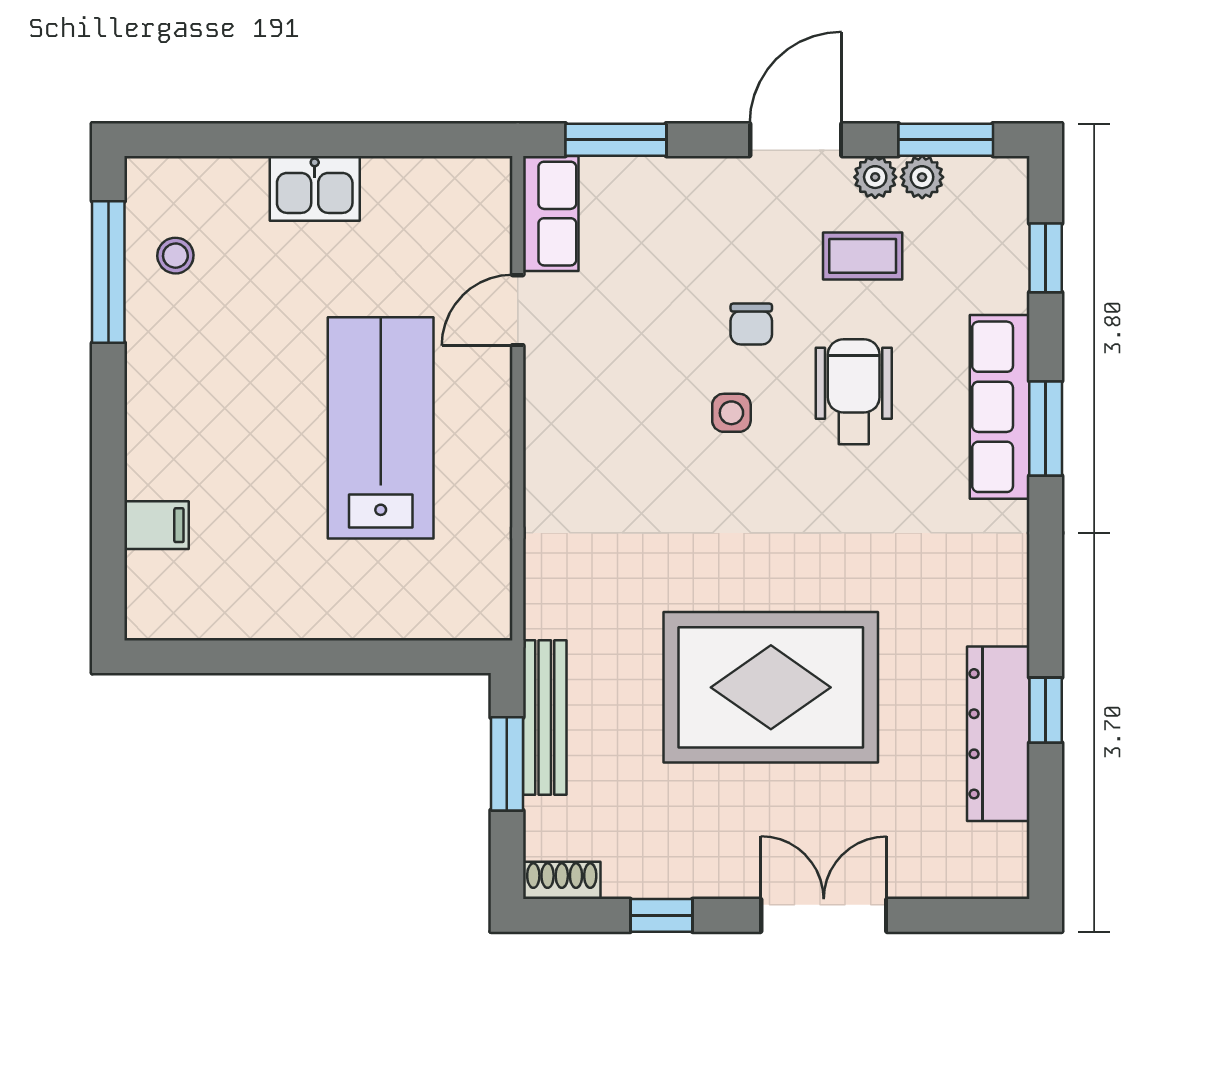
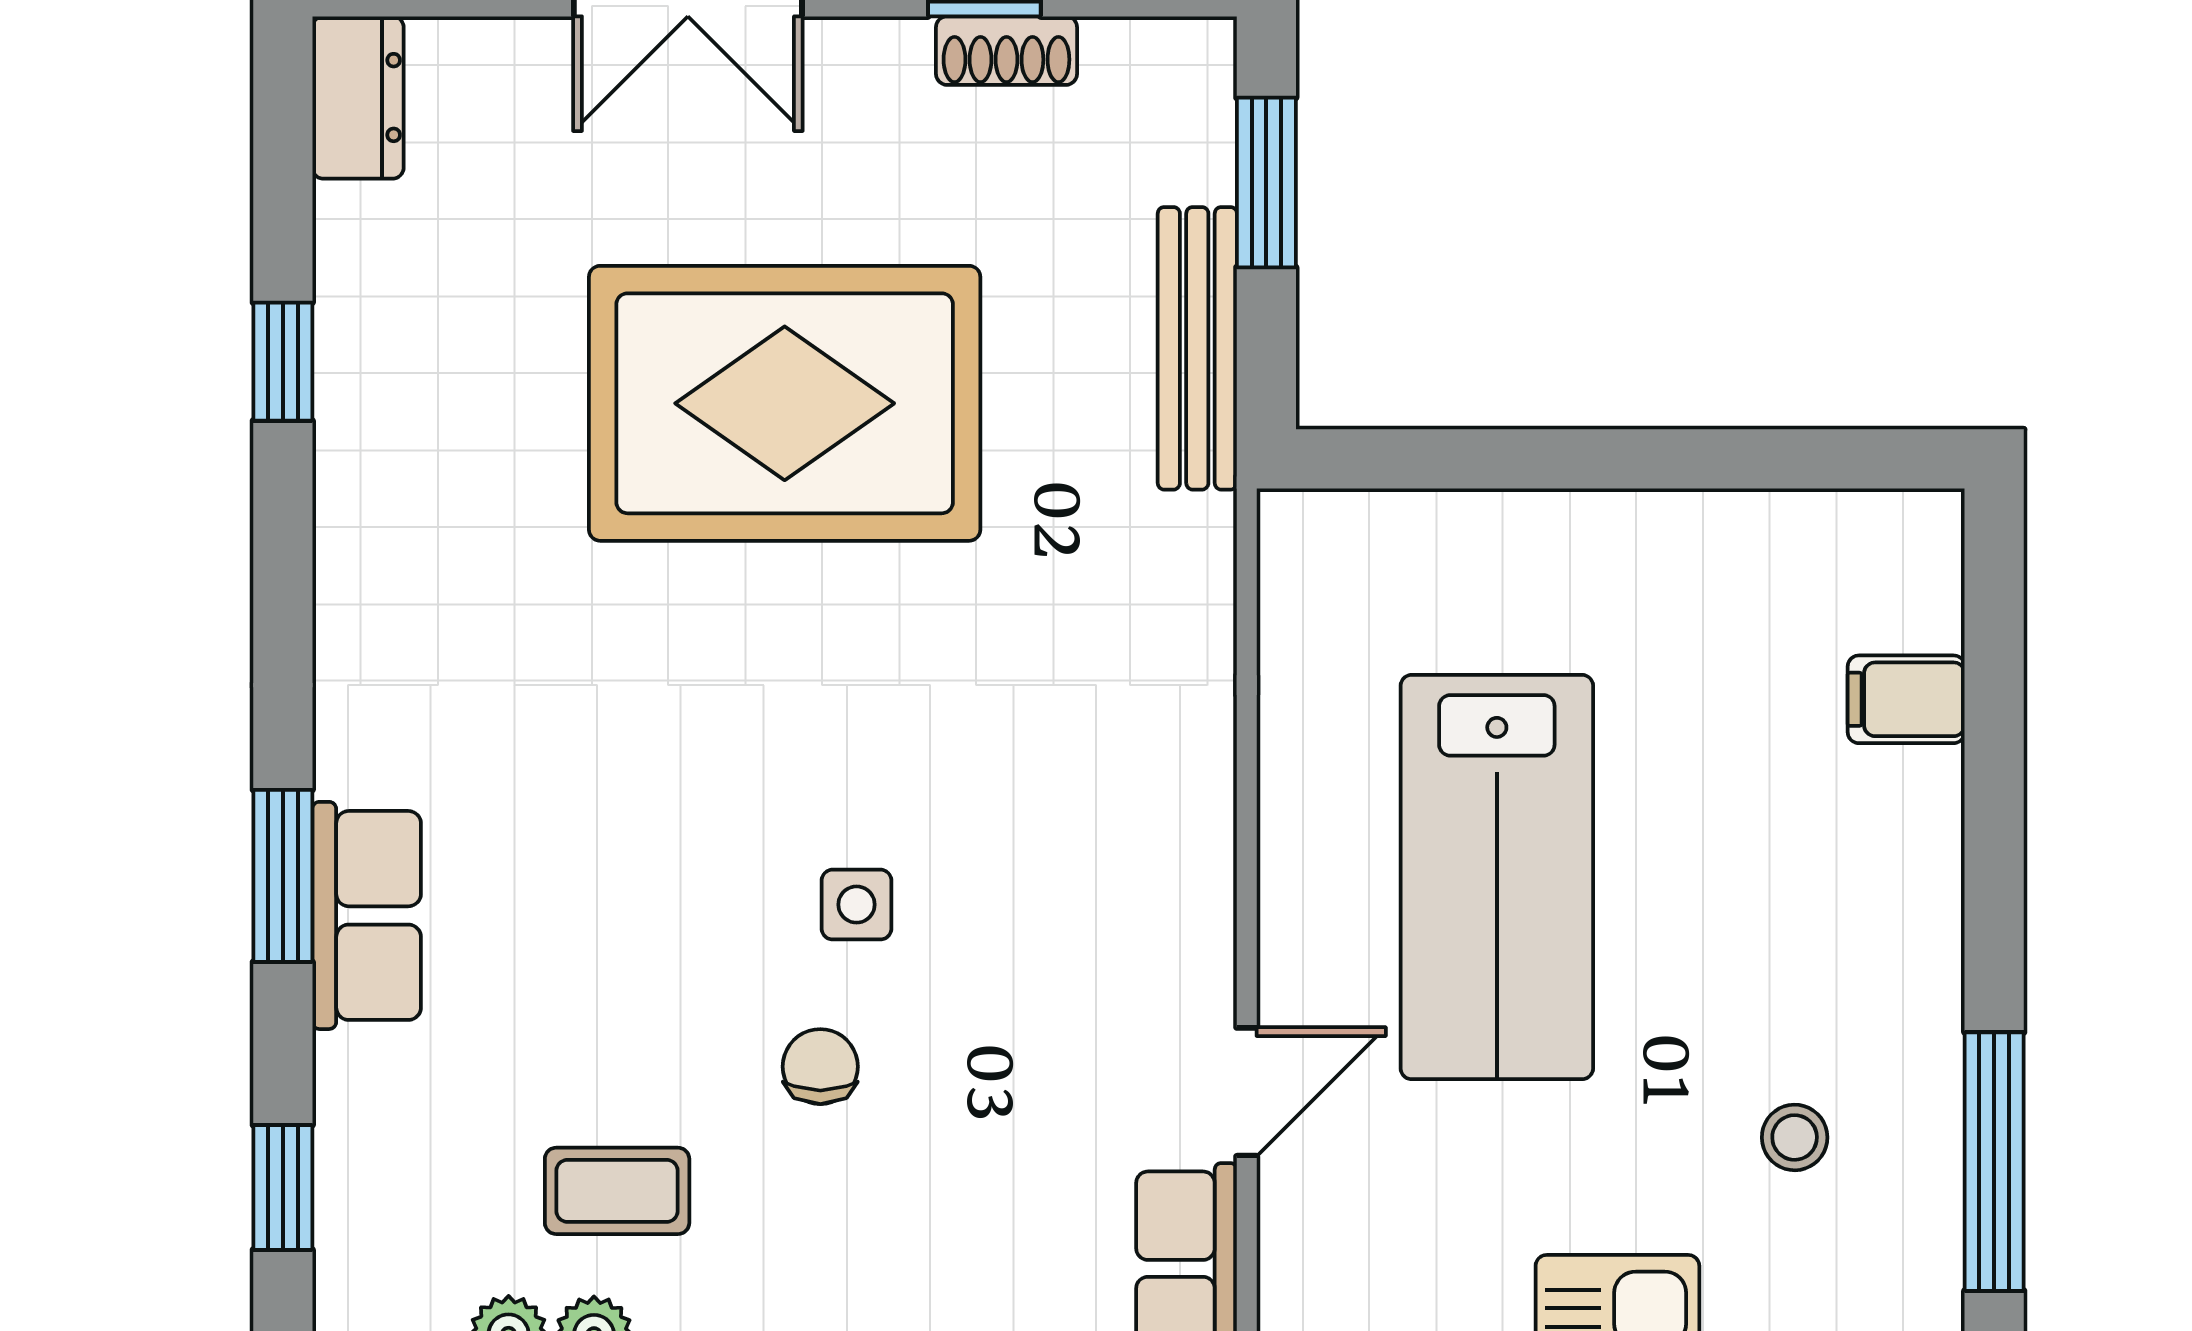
stool: (175, 256) -> (1795, 1137), moved
wheelchair: (854, 392) -> (633, 943), removed
row of seats: (1000, 407) -> (367, 915), width x0.68
dresser: (998, 734) -> (358, 98), moved, width x0.51, depth x0.80
window: (507, 764) -> (1266, 183), moved
shoe rack: (562, 880) -> (1006, 51), moved

